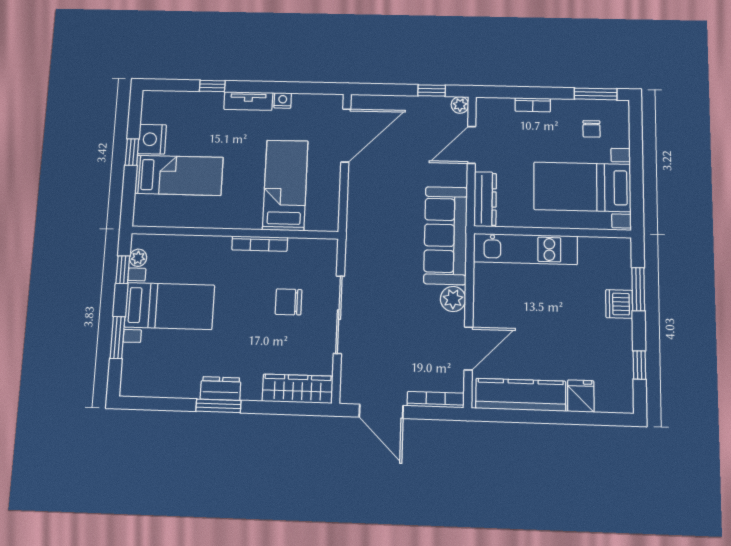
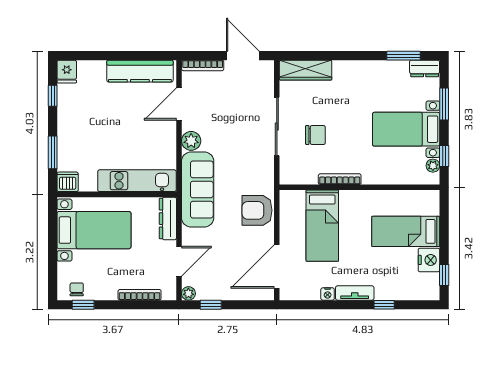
window: (596, 94) -> (83, 305), width x0.67
bookcase: (533, 105) -> (140, 295), width x1.56
chair: (592, 129) -> (77, 289), moved
window: (132, 152) -> (444, 275), moved
armchair: (369, 207) -> (257, 210), added
dishwasher: (619, 304) -> (68, 182), moved, turned -90
dresser: (221, 389) -> (425, 68), moved
fridge: (581, 396) -> (67, 72), moved
window: (218, 406) -> (404, 56), moved

